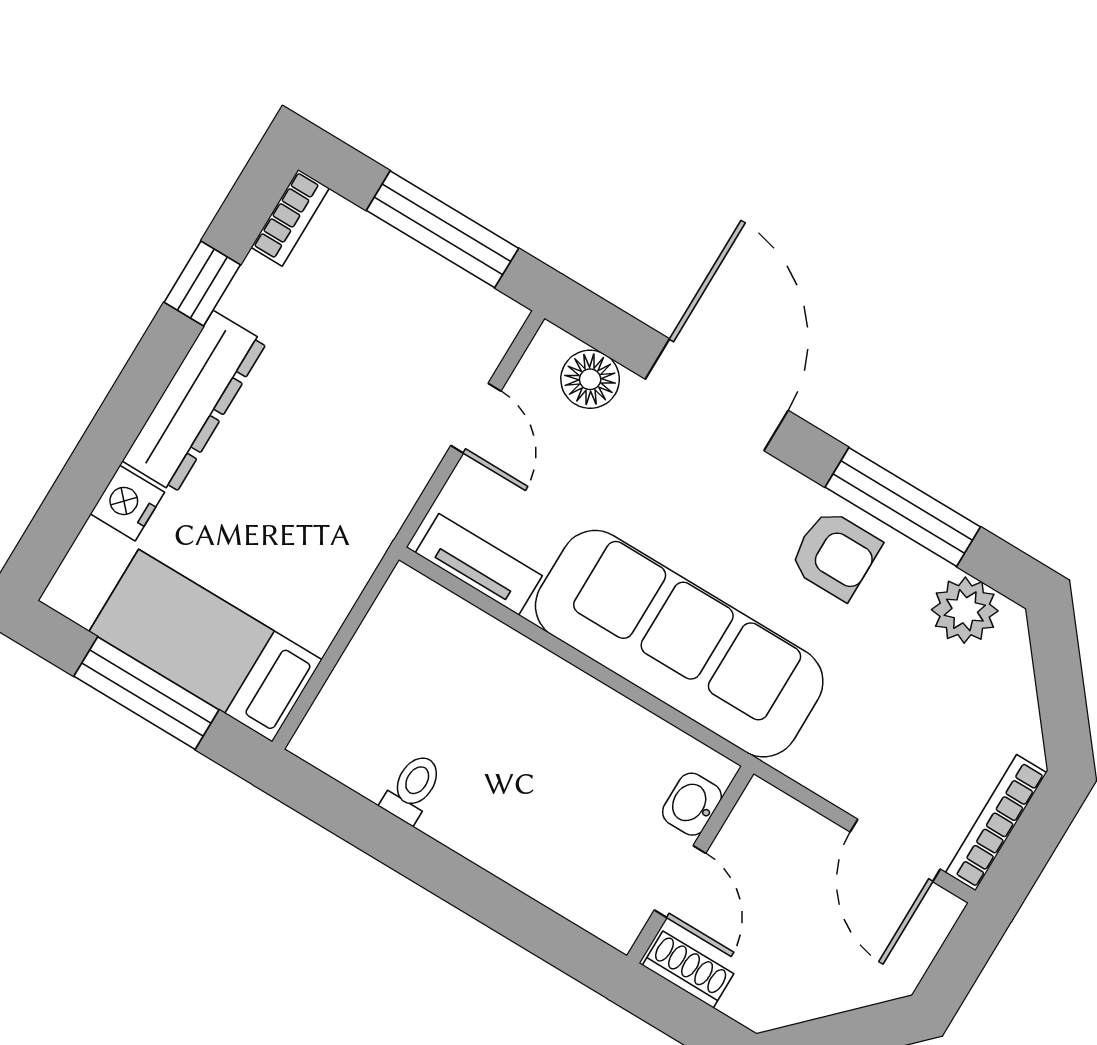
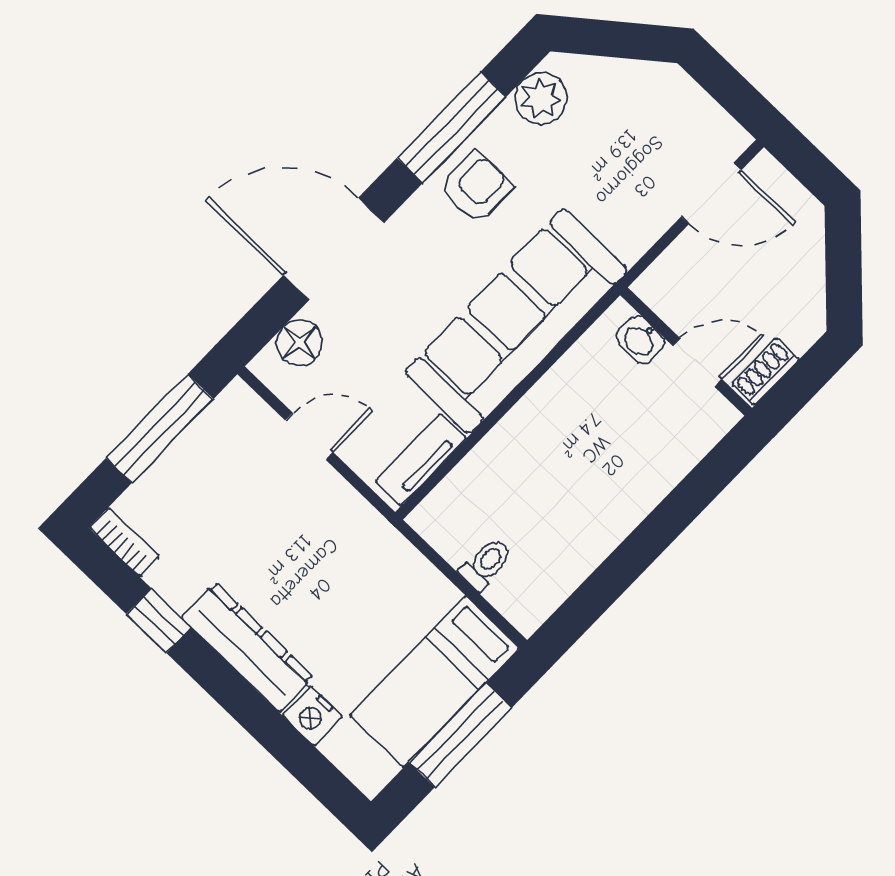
toilet: (412, 788) -> (486, 564), moved, turned 90
bookcase: (996, 823) -> (708, 112), removed

